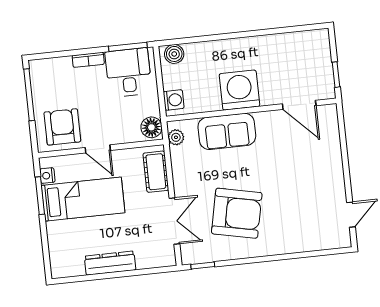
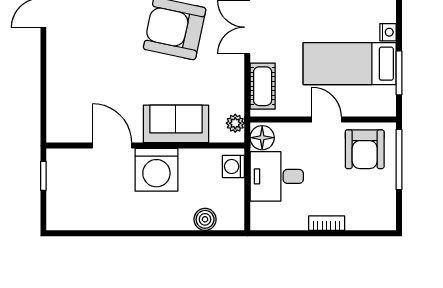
window: (128, 47) -> (280, 233), removed
boiler: (174, 54) -> (205, 219), moved
desk: (128, 72) -> (277, 176), moved, turned 90
window: (29, 95) -> (399, 160), moved
door: (299, 105) -> (112, 146), moved
nightstand: (47, 176) -> (388, 32), moved

